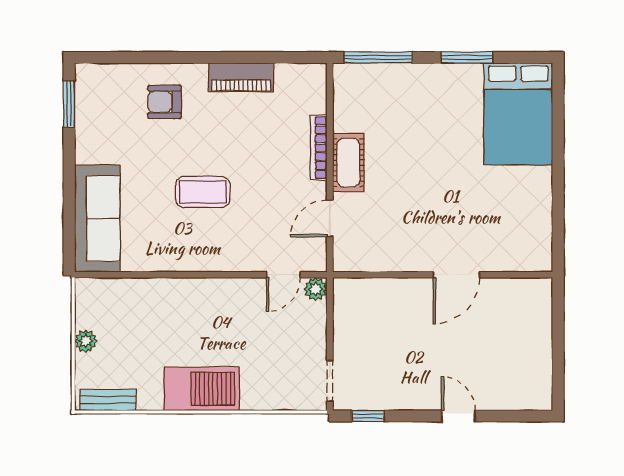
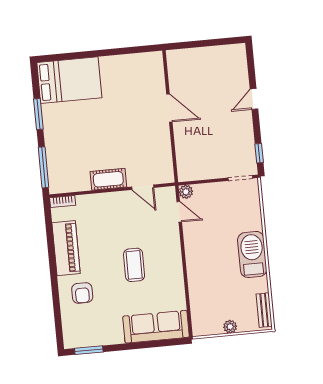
piano: (241, 77) -> (66, 248), width x1.37, depth x1.33
bookcase: (319, 148) -> (63, 201), moved, width x0.64

